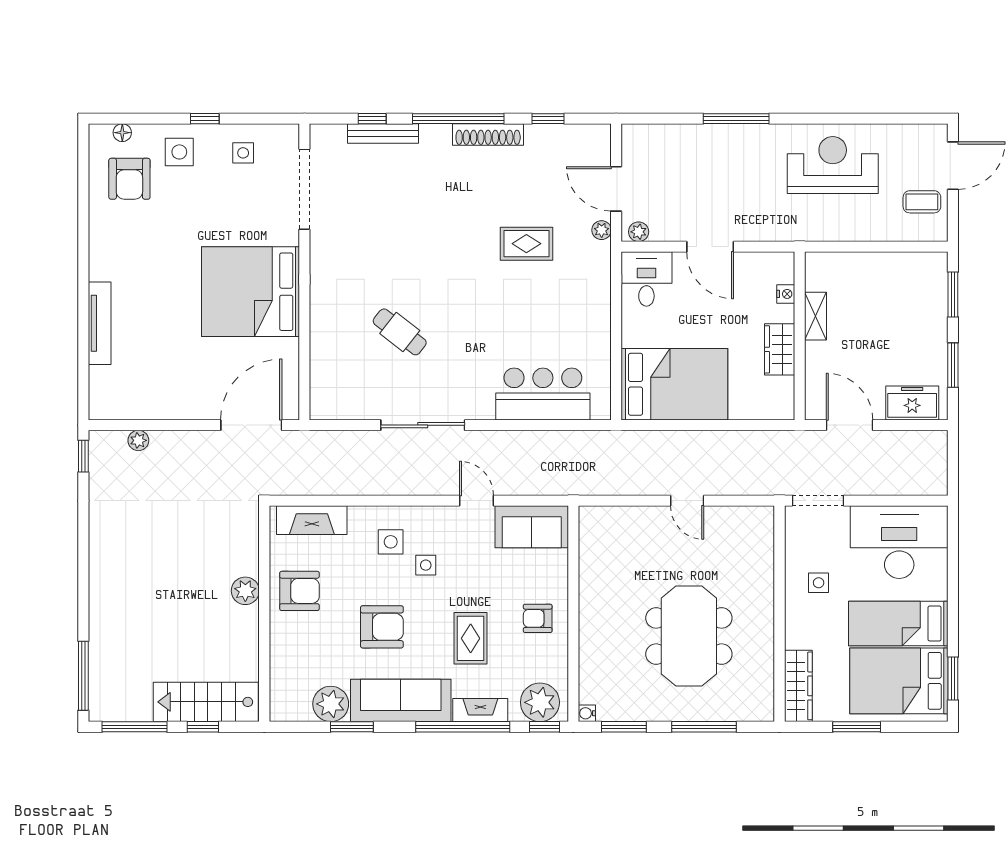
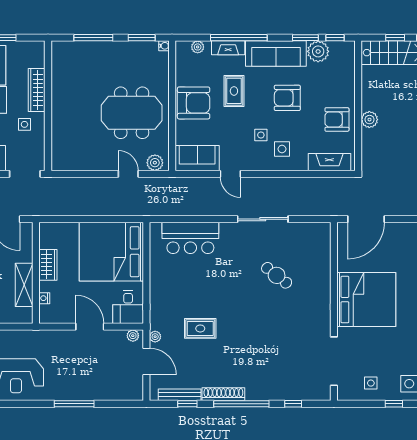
bench: (383, 133) -> (180, 395), moved
shelving: (815, 316) -> (24, 285), width x1.50, depth x1.33
bed: (674, 384) -> (111, 252), width x1.36
door: (687, 501) -> (128, 174), moved
plant: (602, 519) -> (155, 163), added
armchair: (538, 618) -> (194, 103), width x1.88, depth x1.88
meeting table: (689, 636) -> (132, 113), moved, turned 90
wardrobe: (798, 686) -> (37, 90), moved
plant: (540, 702) -> (198, 47), width x0.53, depth x0.53
window: (544, 727) -> (335, 38), moved

